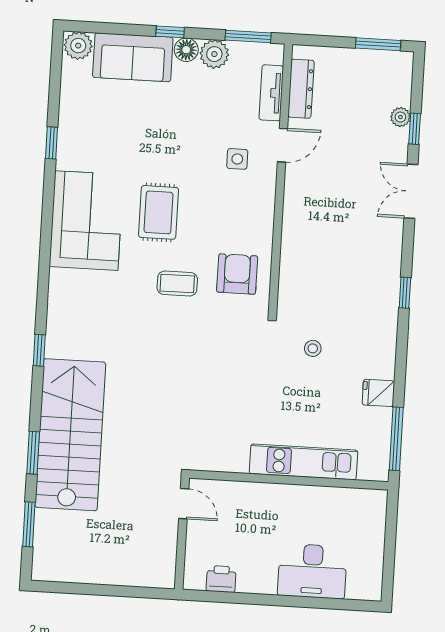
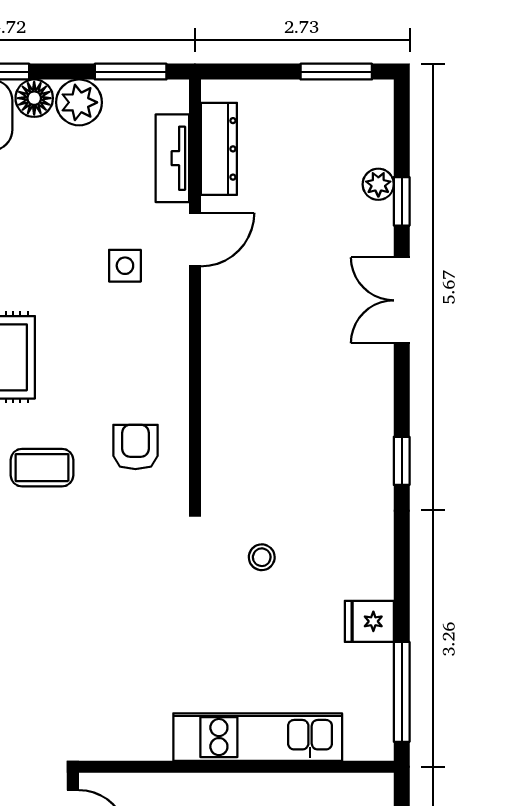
armchair: (237, 274) -> (135, 447), width x0.72, depth x0.72

